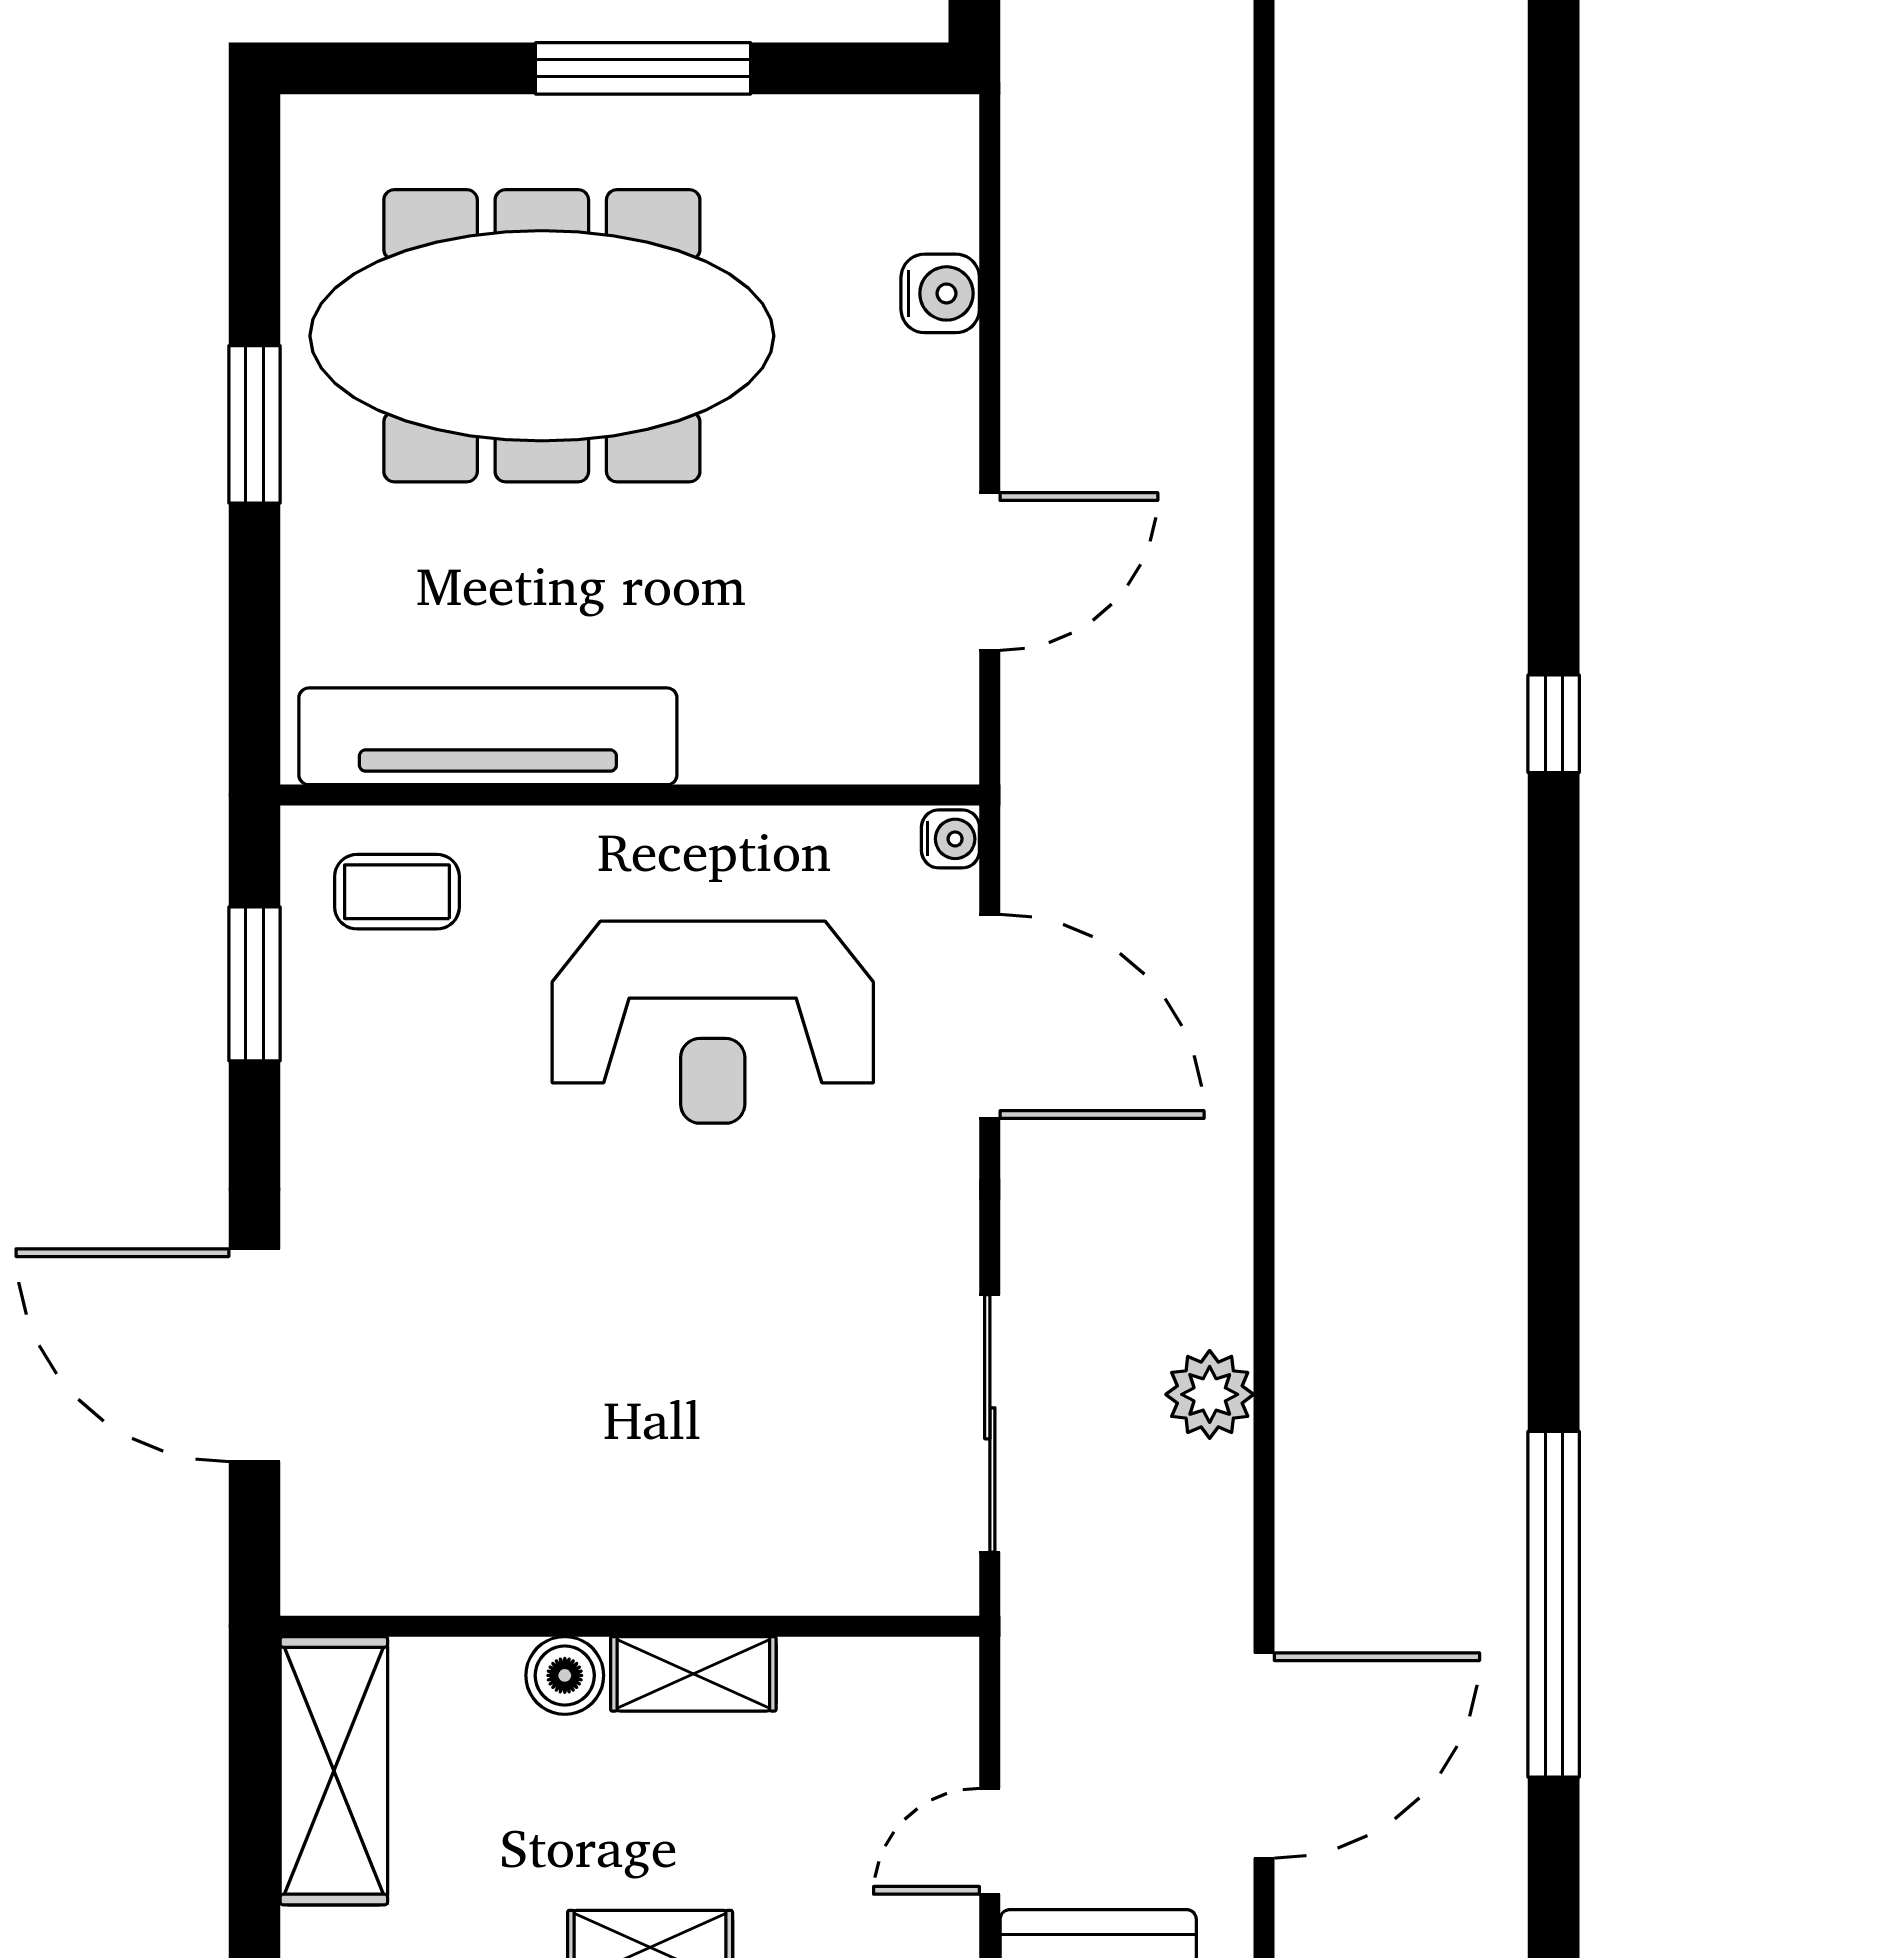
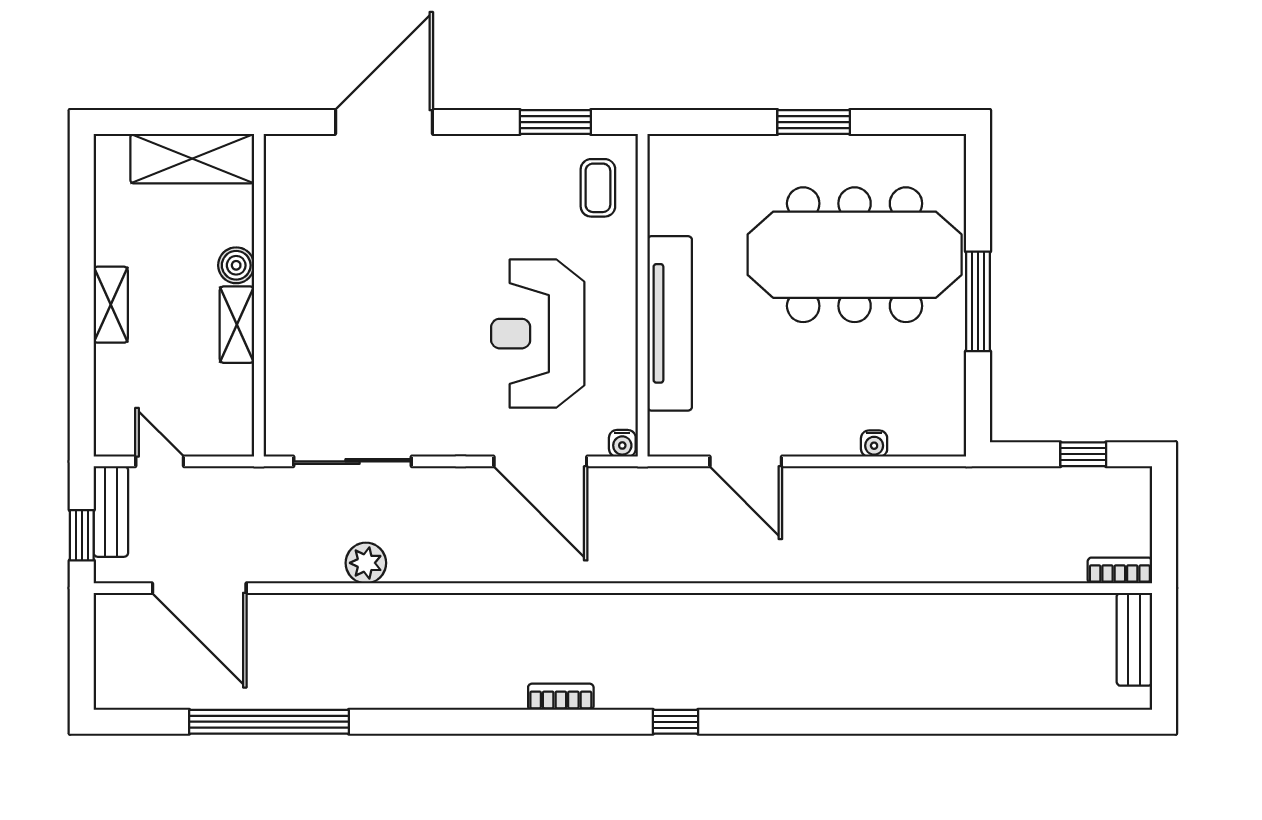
water cooler: (940, 293) -> (874, 444), width x0.72, depth x0.72
meeting table: (542, 336) -> (855, 255), turned 90
tv unit: (488, 736) -> (670, 323), moved
bookcase: (1500, 972) -> (561, 697), added
door: (990, 1016) -> (540, 461), hinge flipped

